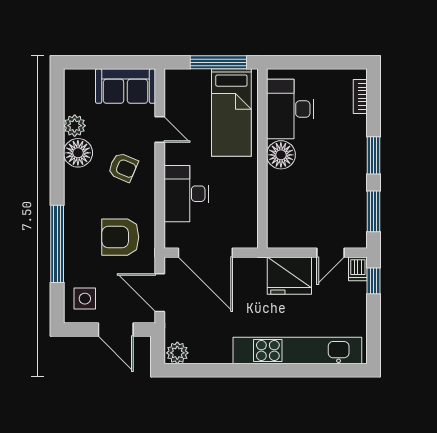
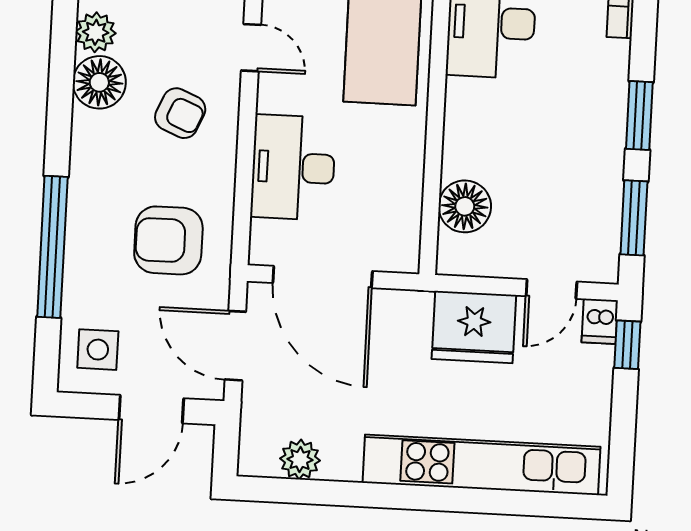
floor lamp: (281, 155) -> (465, 206), moved
door: (116, 330) -> (151, 409), hinge flipped
plant: (177, 353) -> (300, 459), moved

